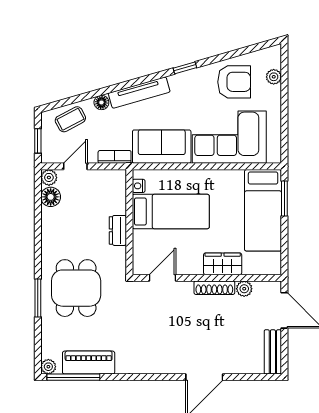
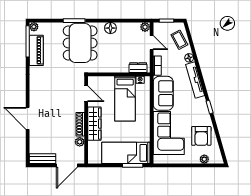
floor lamp: (51, 197) -> (110, 28), moved
dresser: (118, 230) -> (138, 68), moved
wardrobe: (223, 264) -> (94, 124), width x1.50
dining table: (76, 288) -> (80, 43), width x1.38

